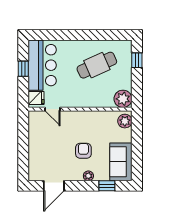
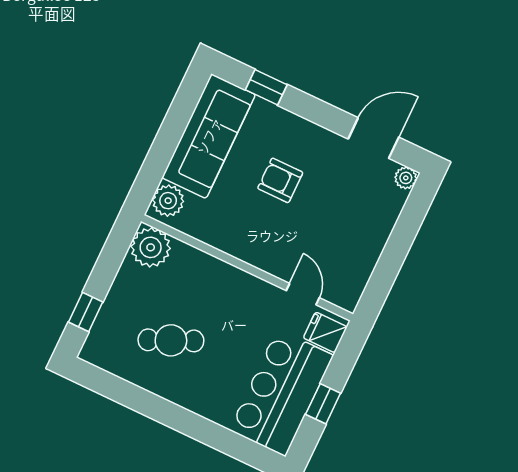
cafe table: (97, 65) -> (171, 340), width x0.73, depth x0.74
armchair: (83, 151) -> (280, 180), turned 90
sofa: (121, 162) -> (209, 136), width x1.36
plant: (88, 176) -> (406, 178), moved

